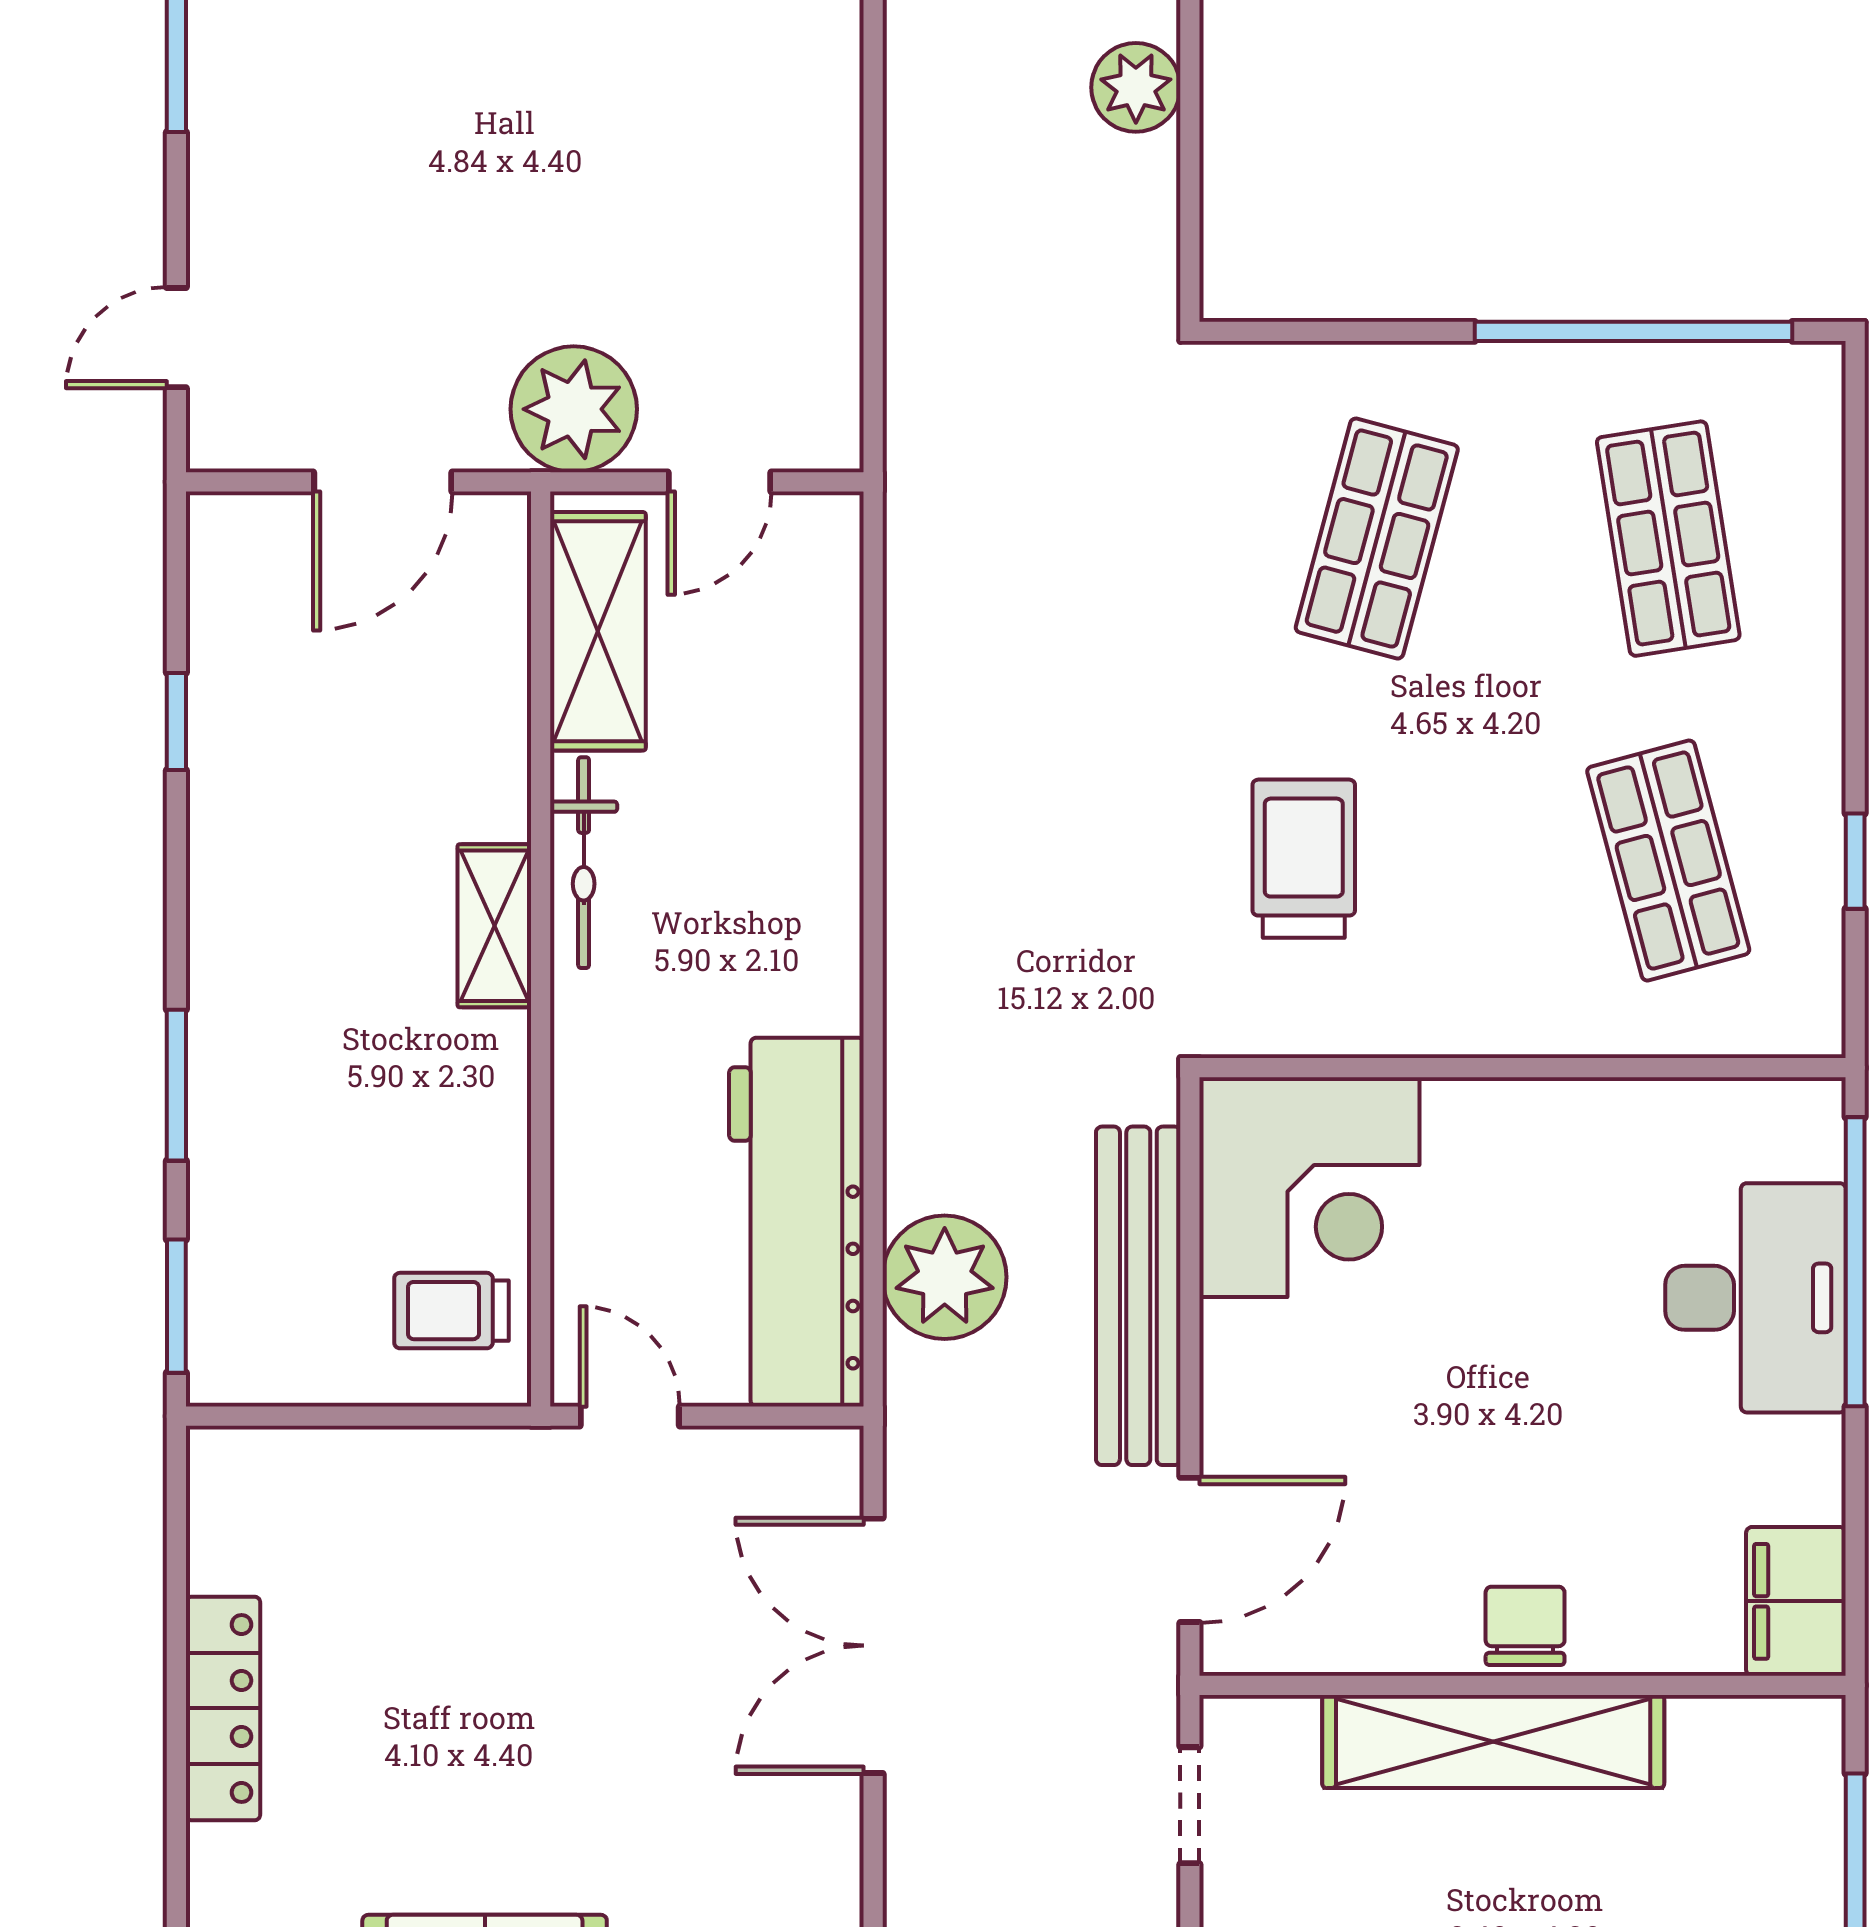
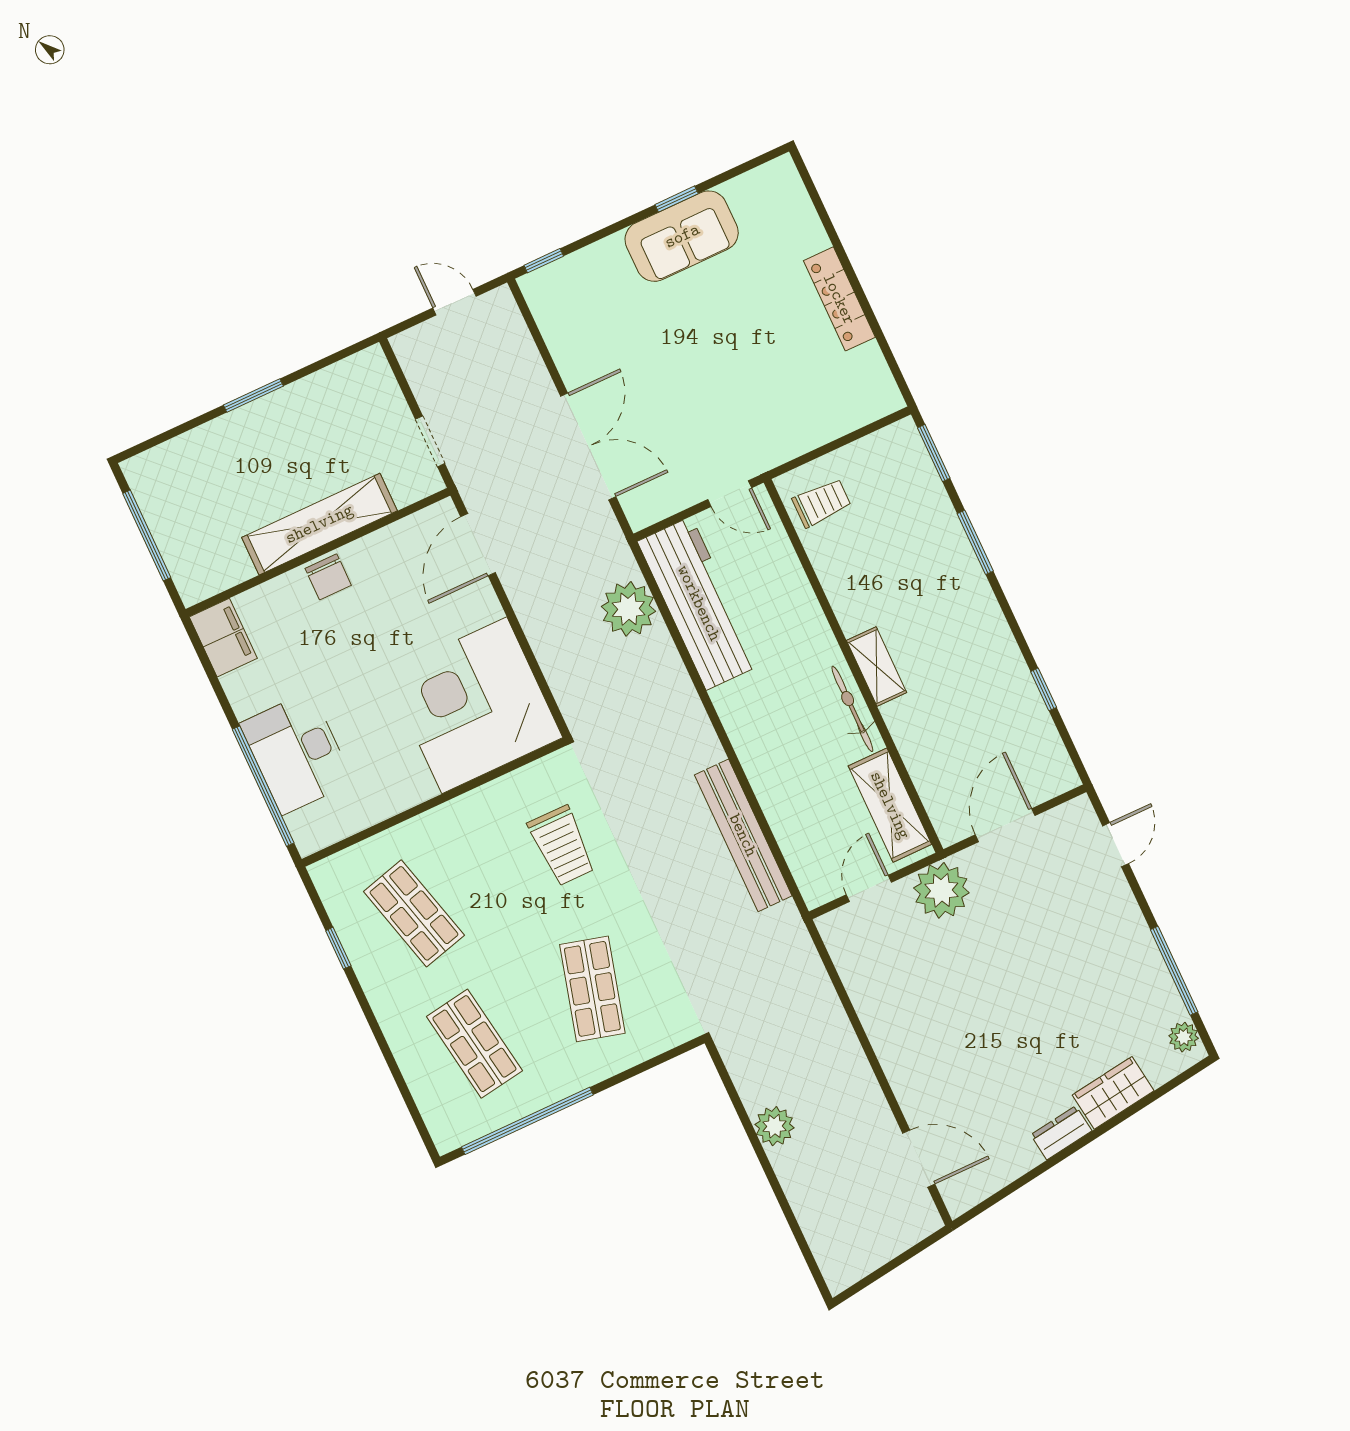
corner desk: (1309, 1187) -> (474, 705), width x1.36, depth x1.36
bench: (1138, 1296) -> (743, 835), moved

